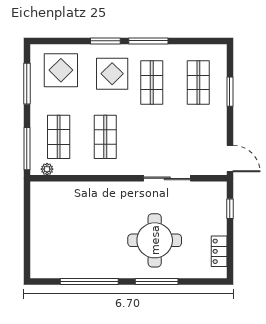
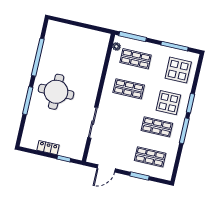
door: (230, 159) -> (106, 168), moved
round table: (155, 240) -> (56, 92), moved
locker: (219, 251) -> (48, 148), moved

